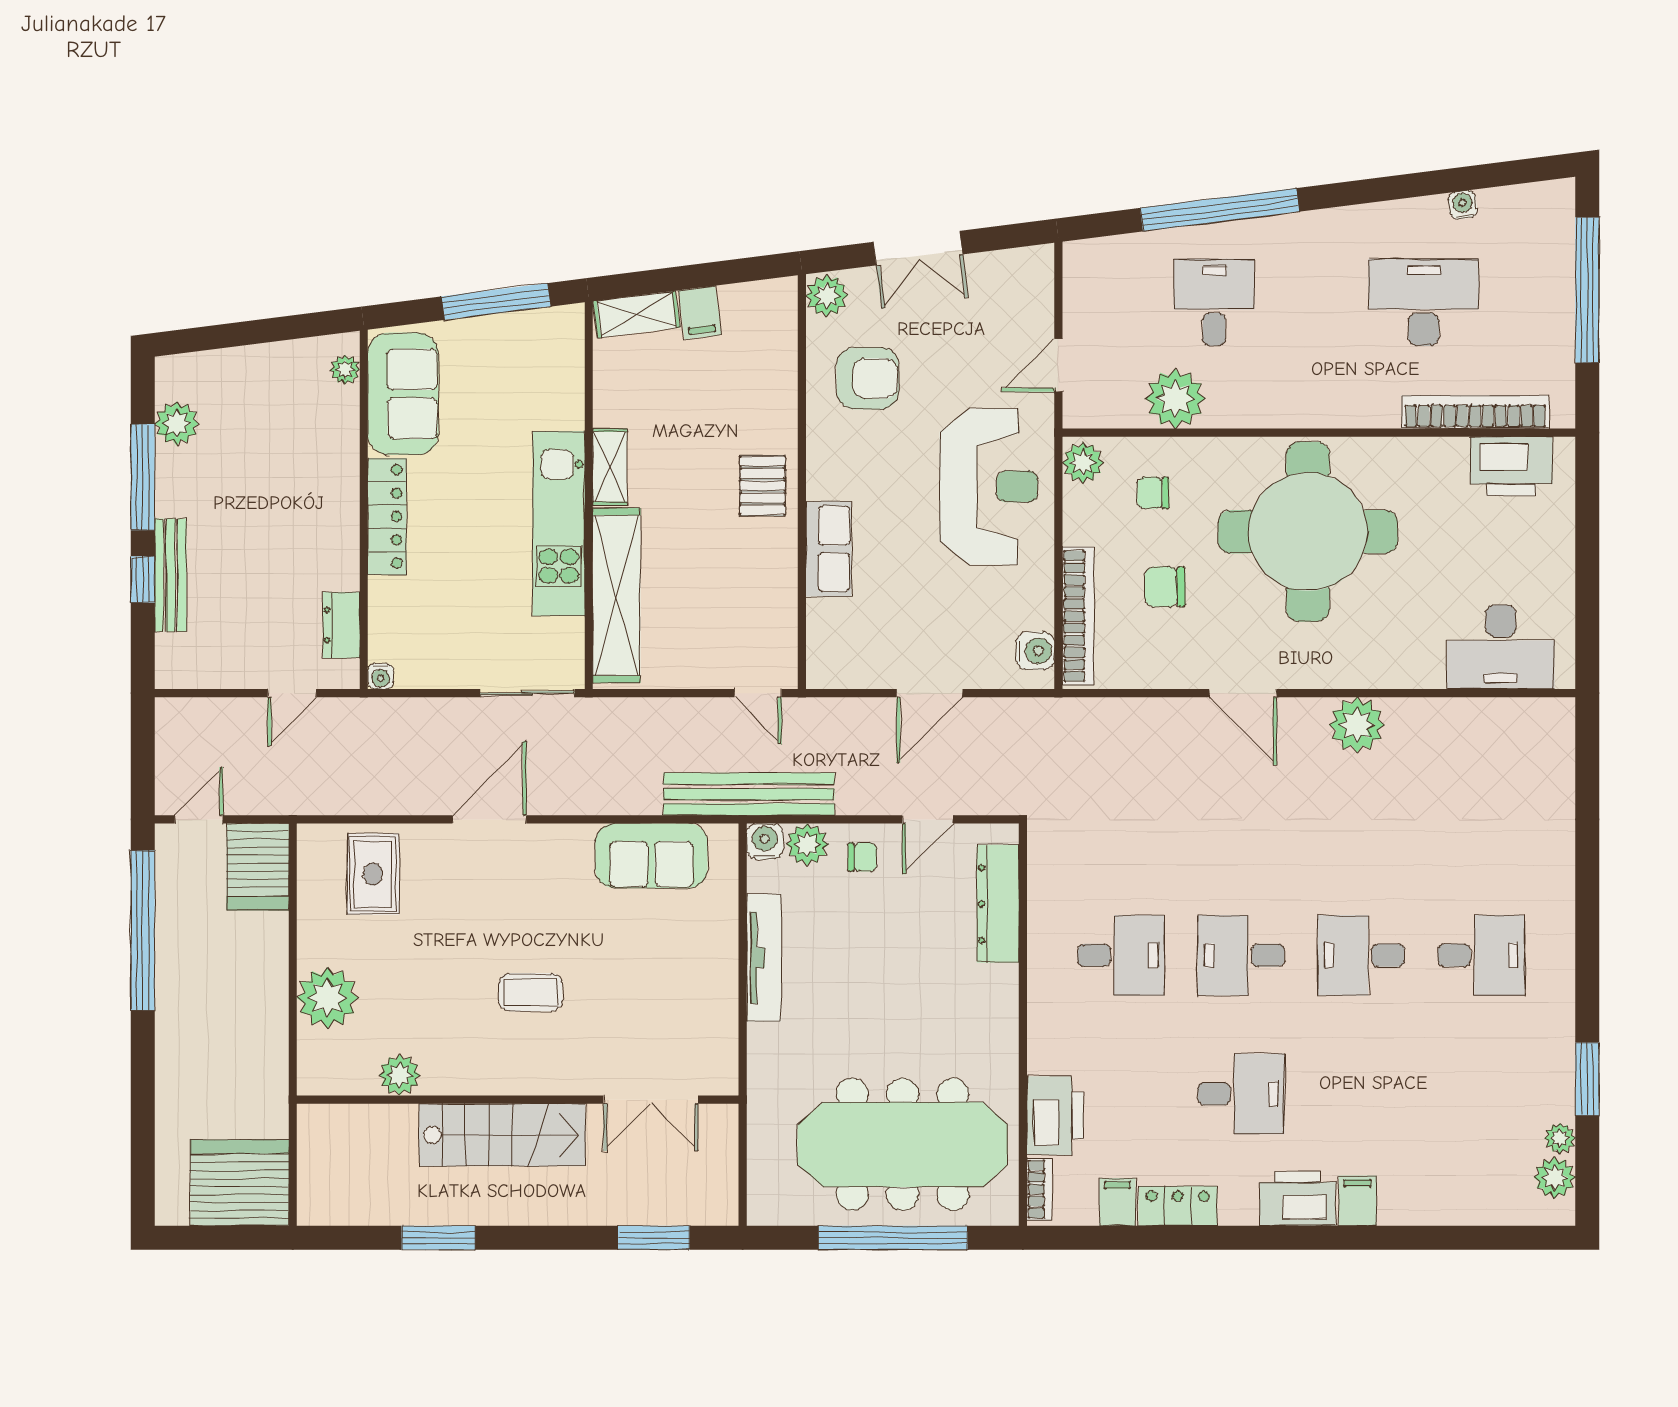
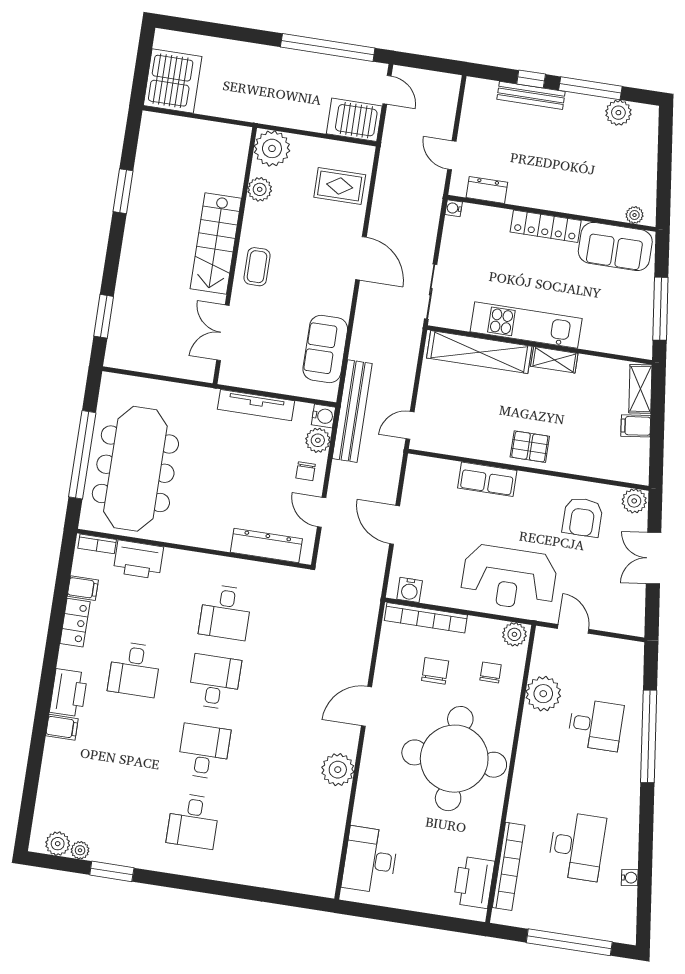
plant: (400, 1075) -> (260, 189), moved
wall: (518, 1100) -> (235, 256), moved
double door: (651, 1100) -> (223, 333), moved
stairs: (502, 1135) -> (216, 244), moved

